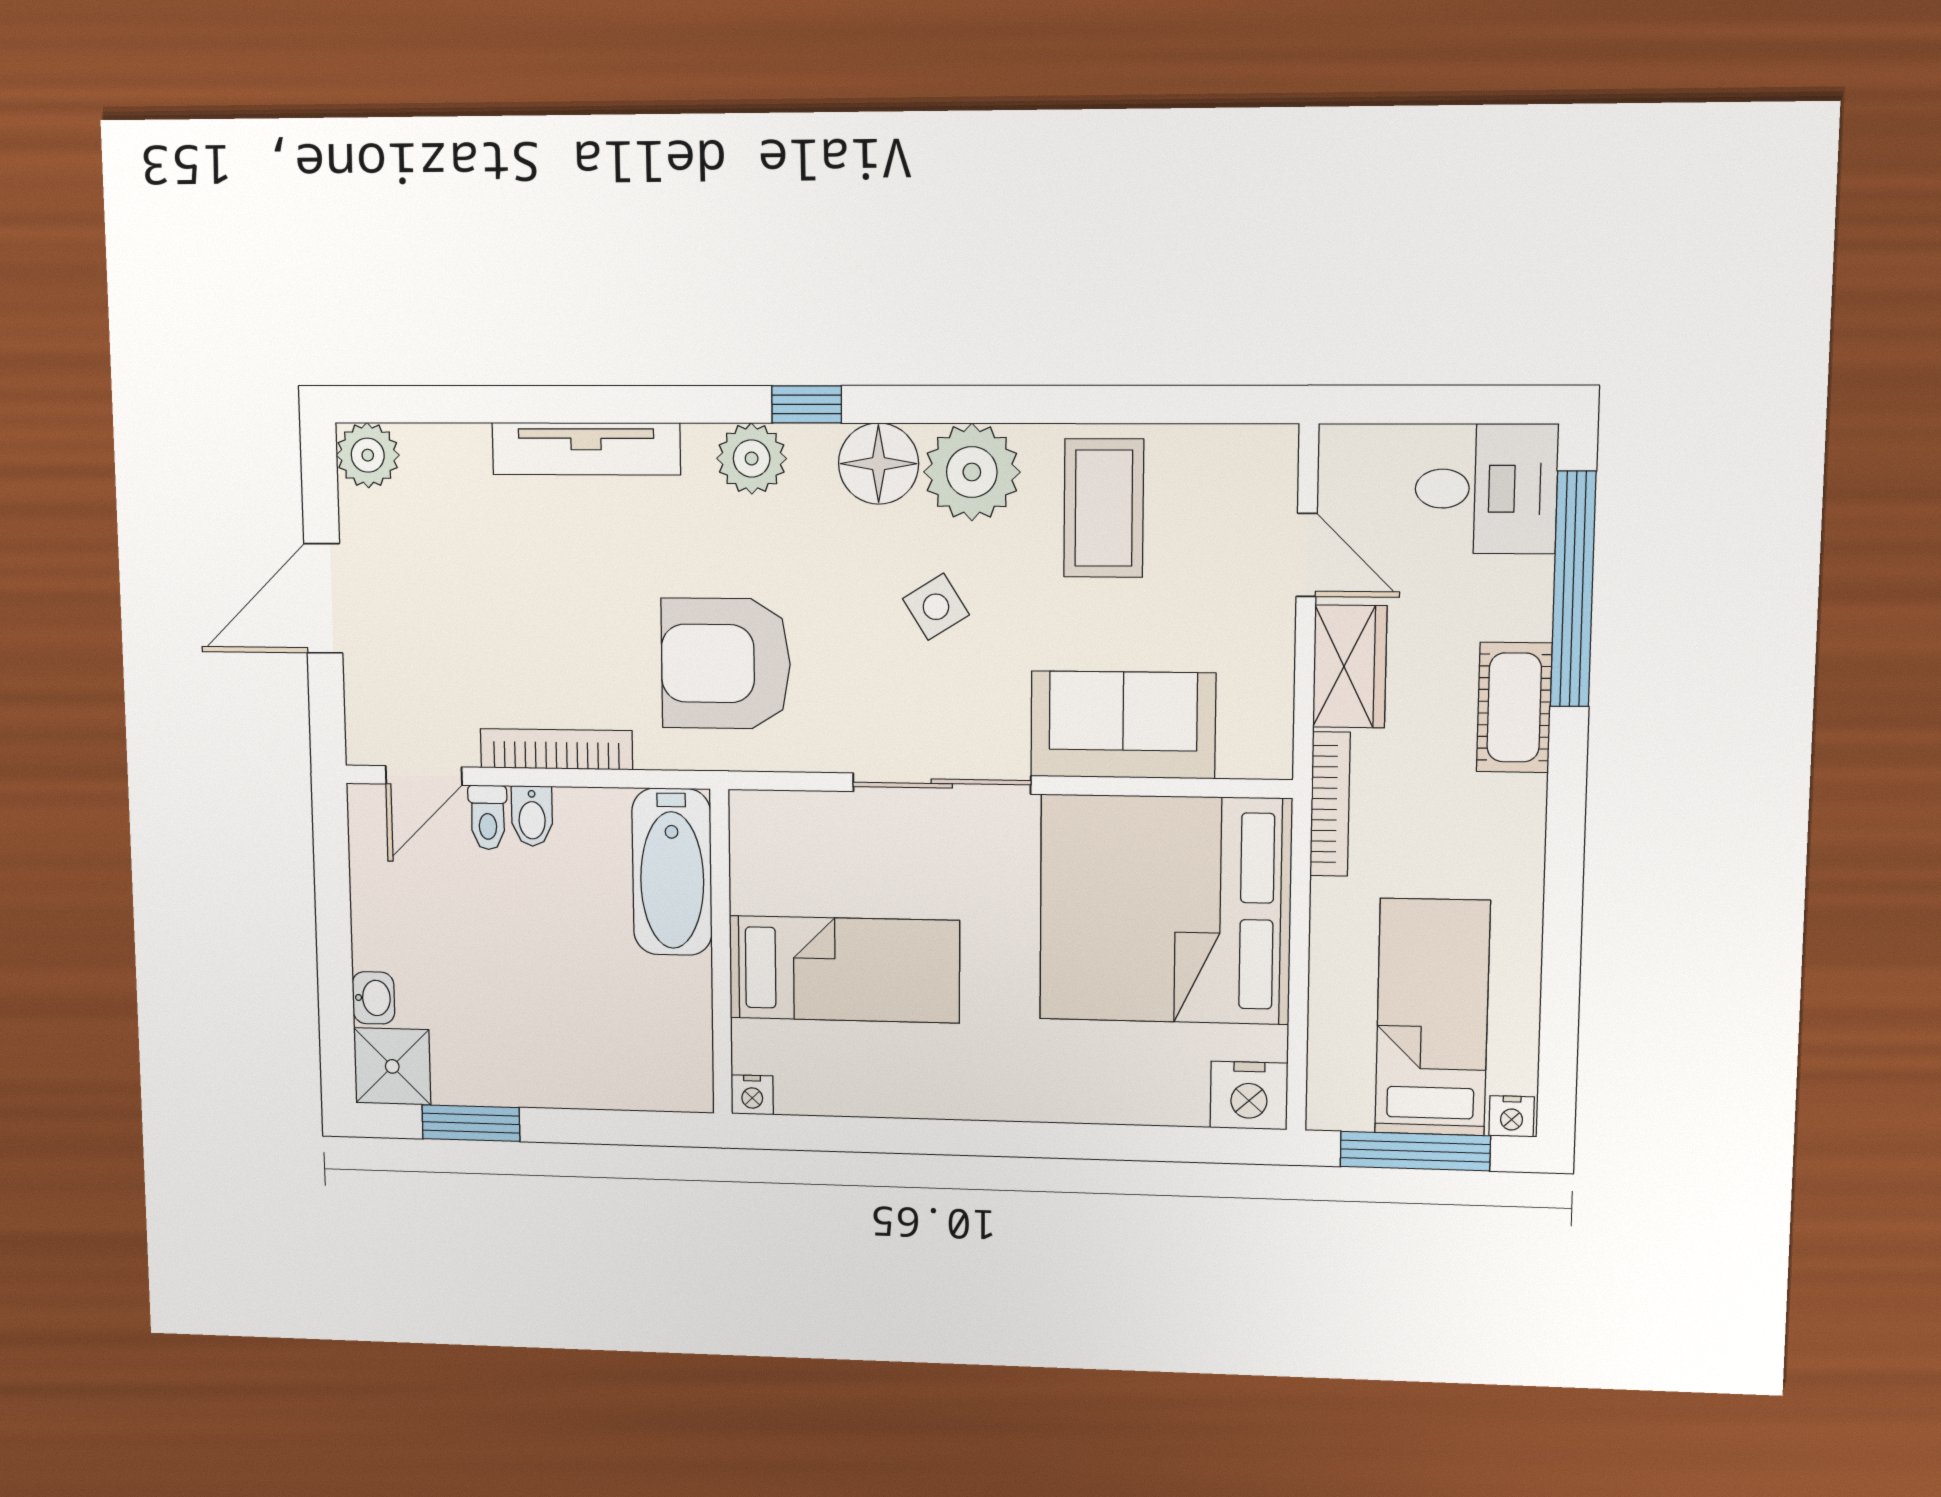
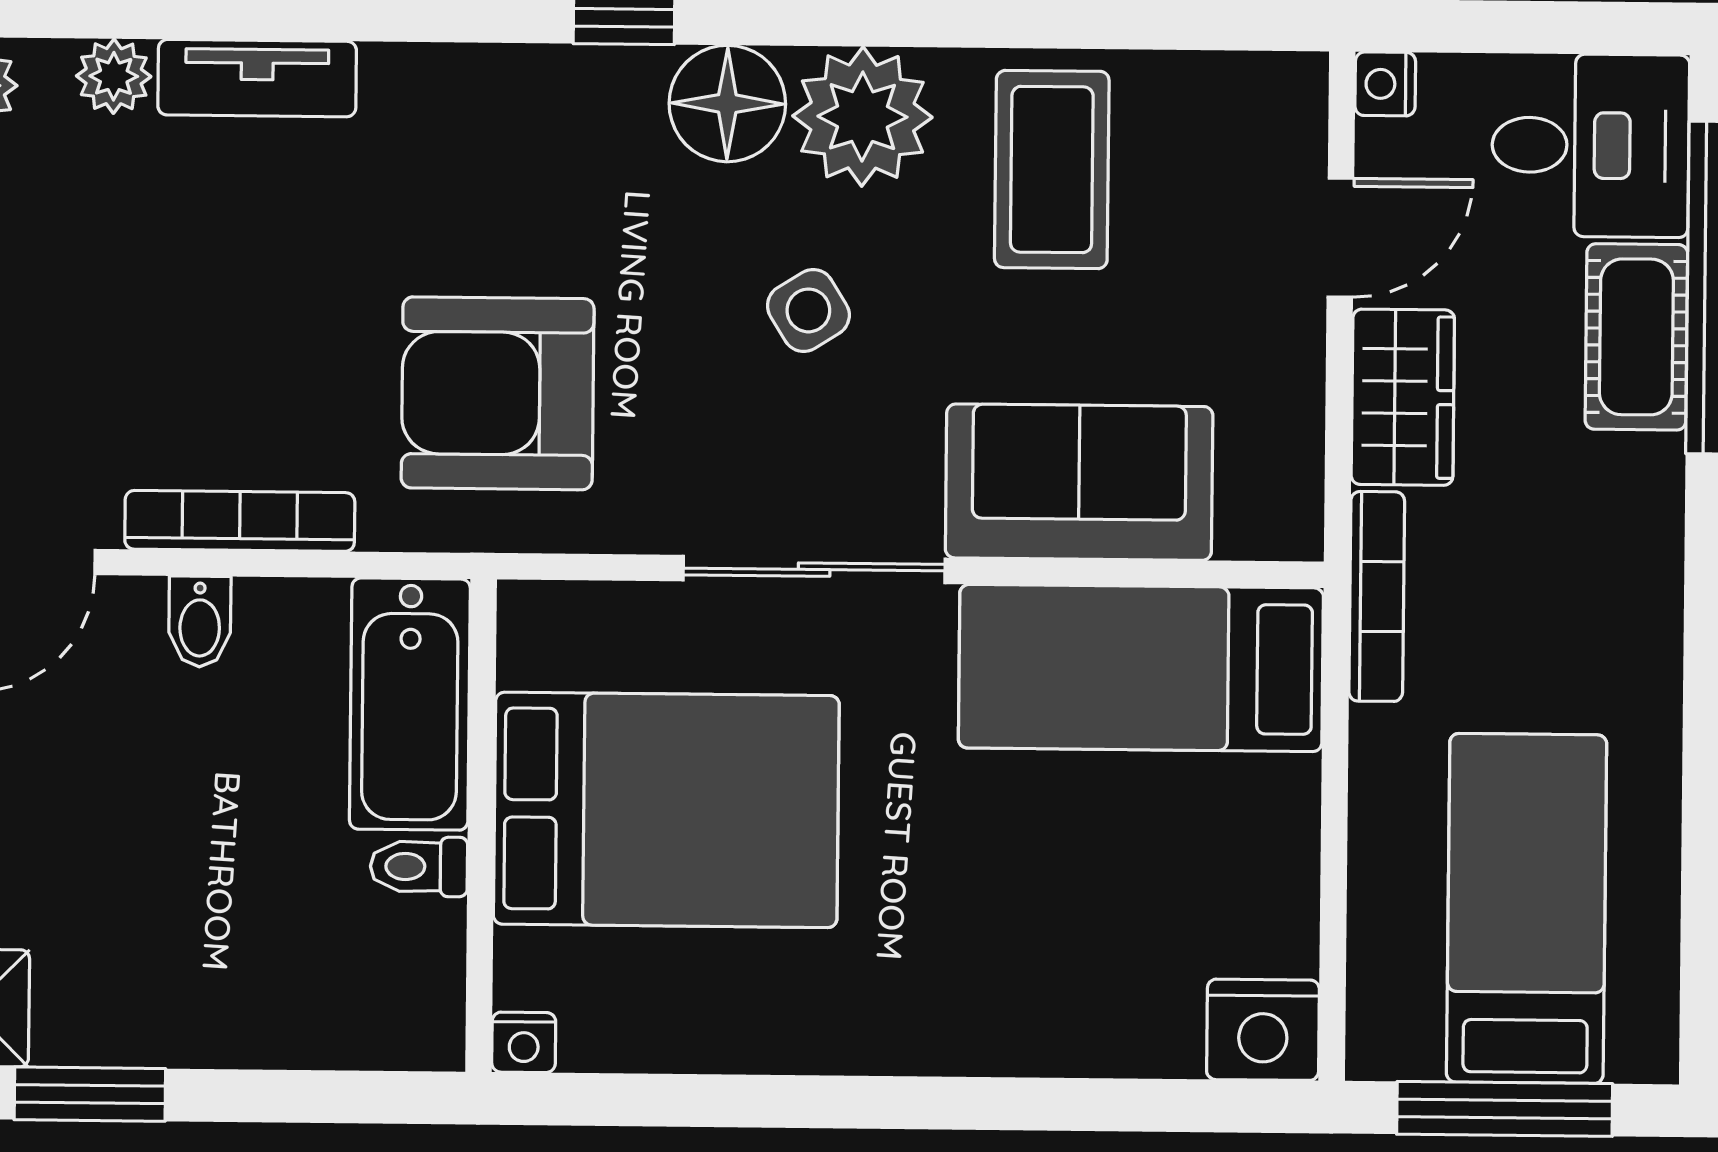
tv unit: (586, 449) -> (257, 78), width x0.71
plant: (752, 459) -> (114, 76), moved, width x0.73, depth x0.73
door: (1307, 555) -> (1340, 238), hinge flipped
cot: (1514, 707) -> (1636, 337), moved
toilet: (488, 817) -> (419, 867), moved, turned 90
bed: (1165, 909) -> (1141, 668), width x0.49
bed: (844, 969) -> (666, 810), width x1.50
nightstand: (1512, 1116) -> (1385, 84), moved, turned 90

